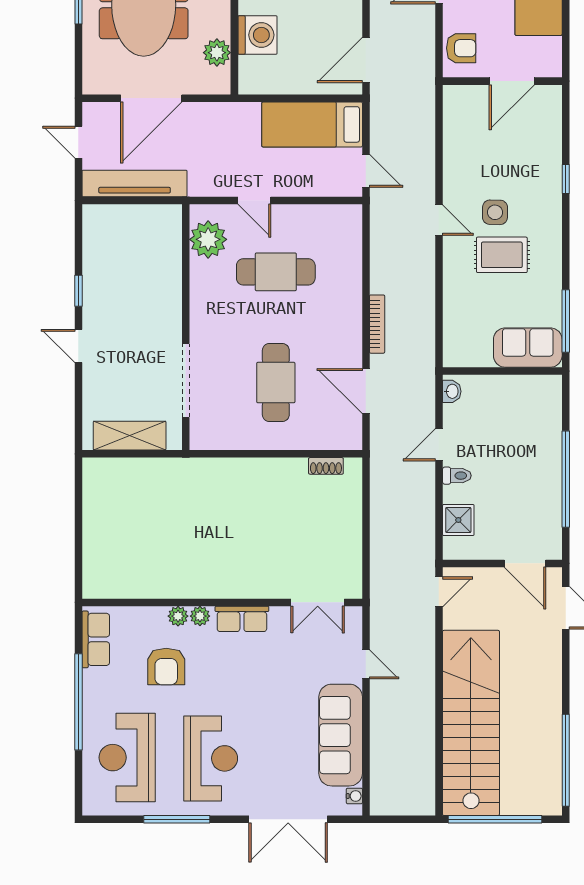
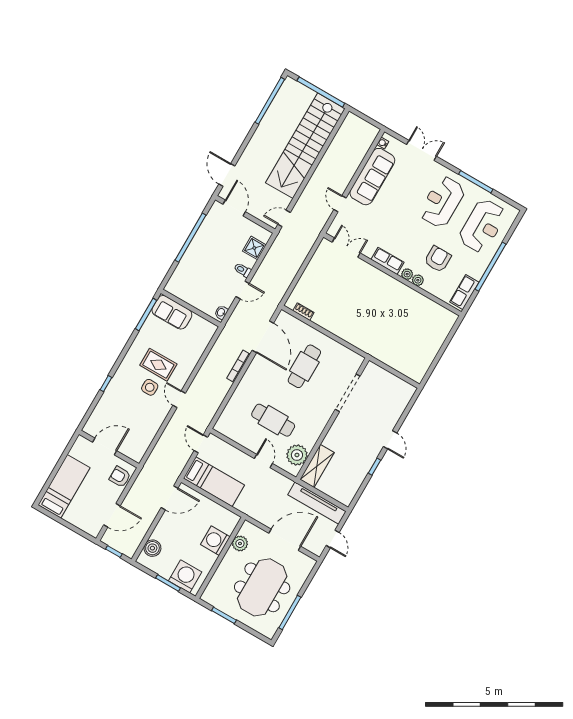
door: (366, 391) -> (263, 337), width x1.36
shelving: (130, 436) -> (317, 466), moved, turned 90
double door: (288, 819) -> (421, 150), width x0.73

